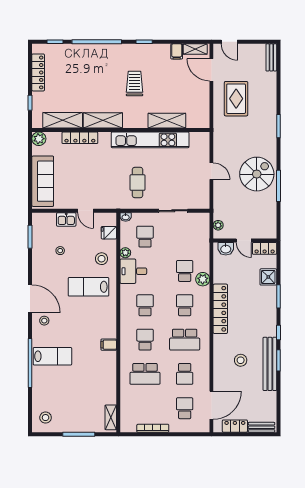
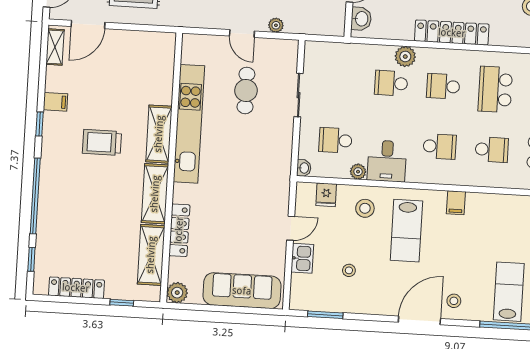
filing cabinet: (177, 51) -> (55, 102), moved
shelving: (167, 121) -> (159, 134), moved
door: (211, 171) -> (242, 34), swing flipped
cafe table: (138, 183) -> (246, 90), moved, turned 90
plant: (218, 225) -> (276, 25), moved
school desk: (145, 305) -> (440, 146), turned 180
school desk: (145, 340) -> (492, 150), turned 180
school desk: (185, 340) -> (495, 89), turned 180
filing cabinet: (109, 345) -> (456, 203), moved

